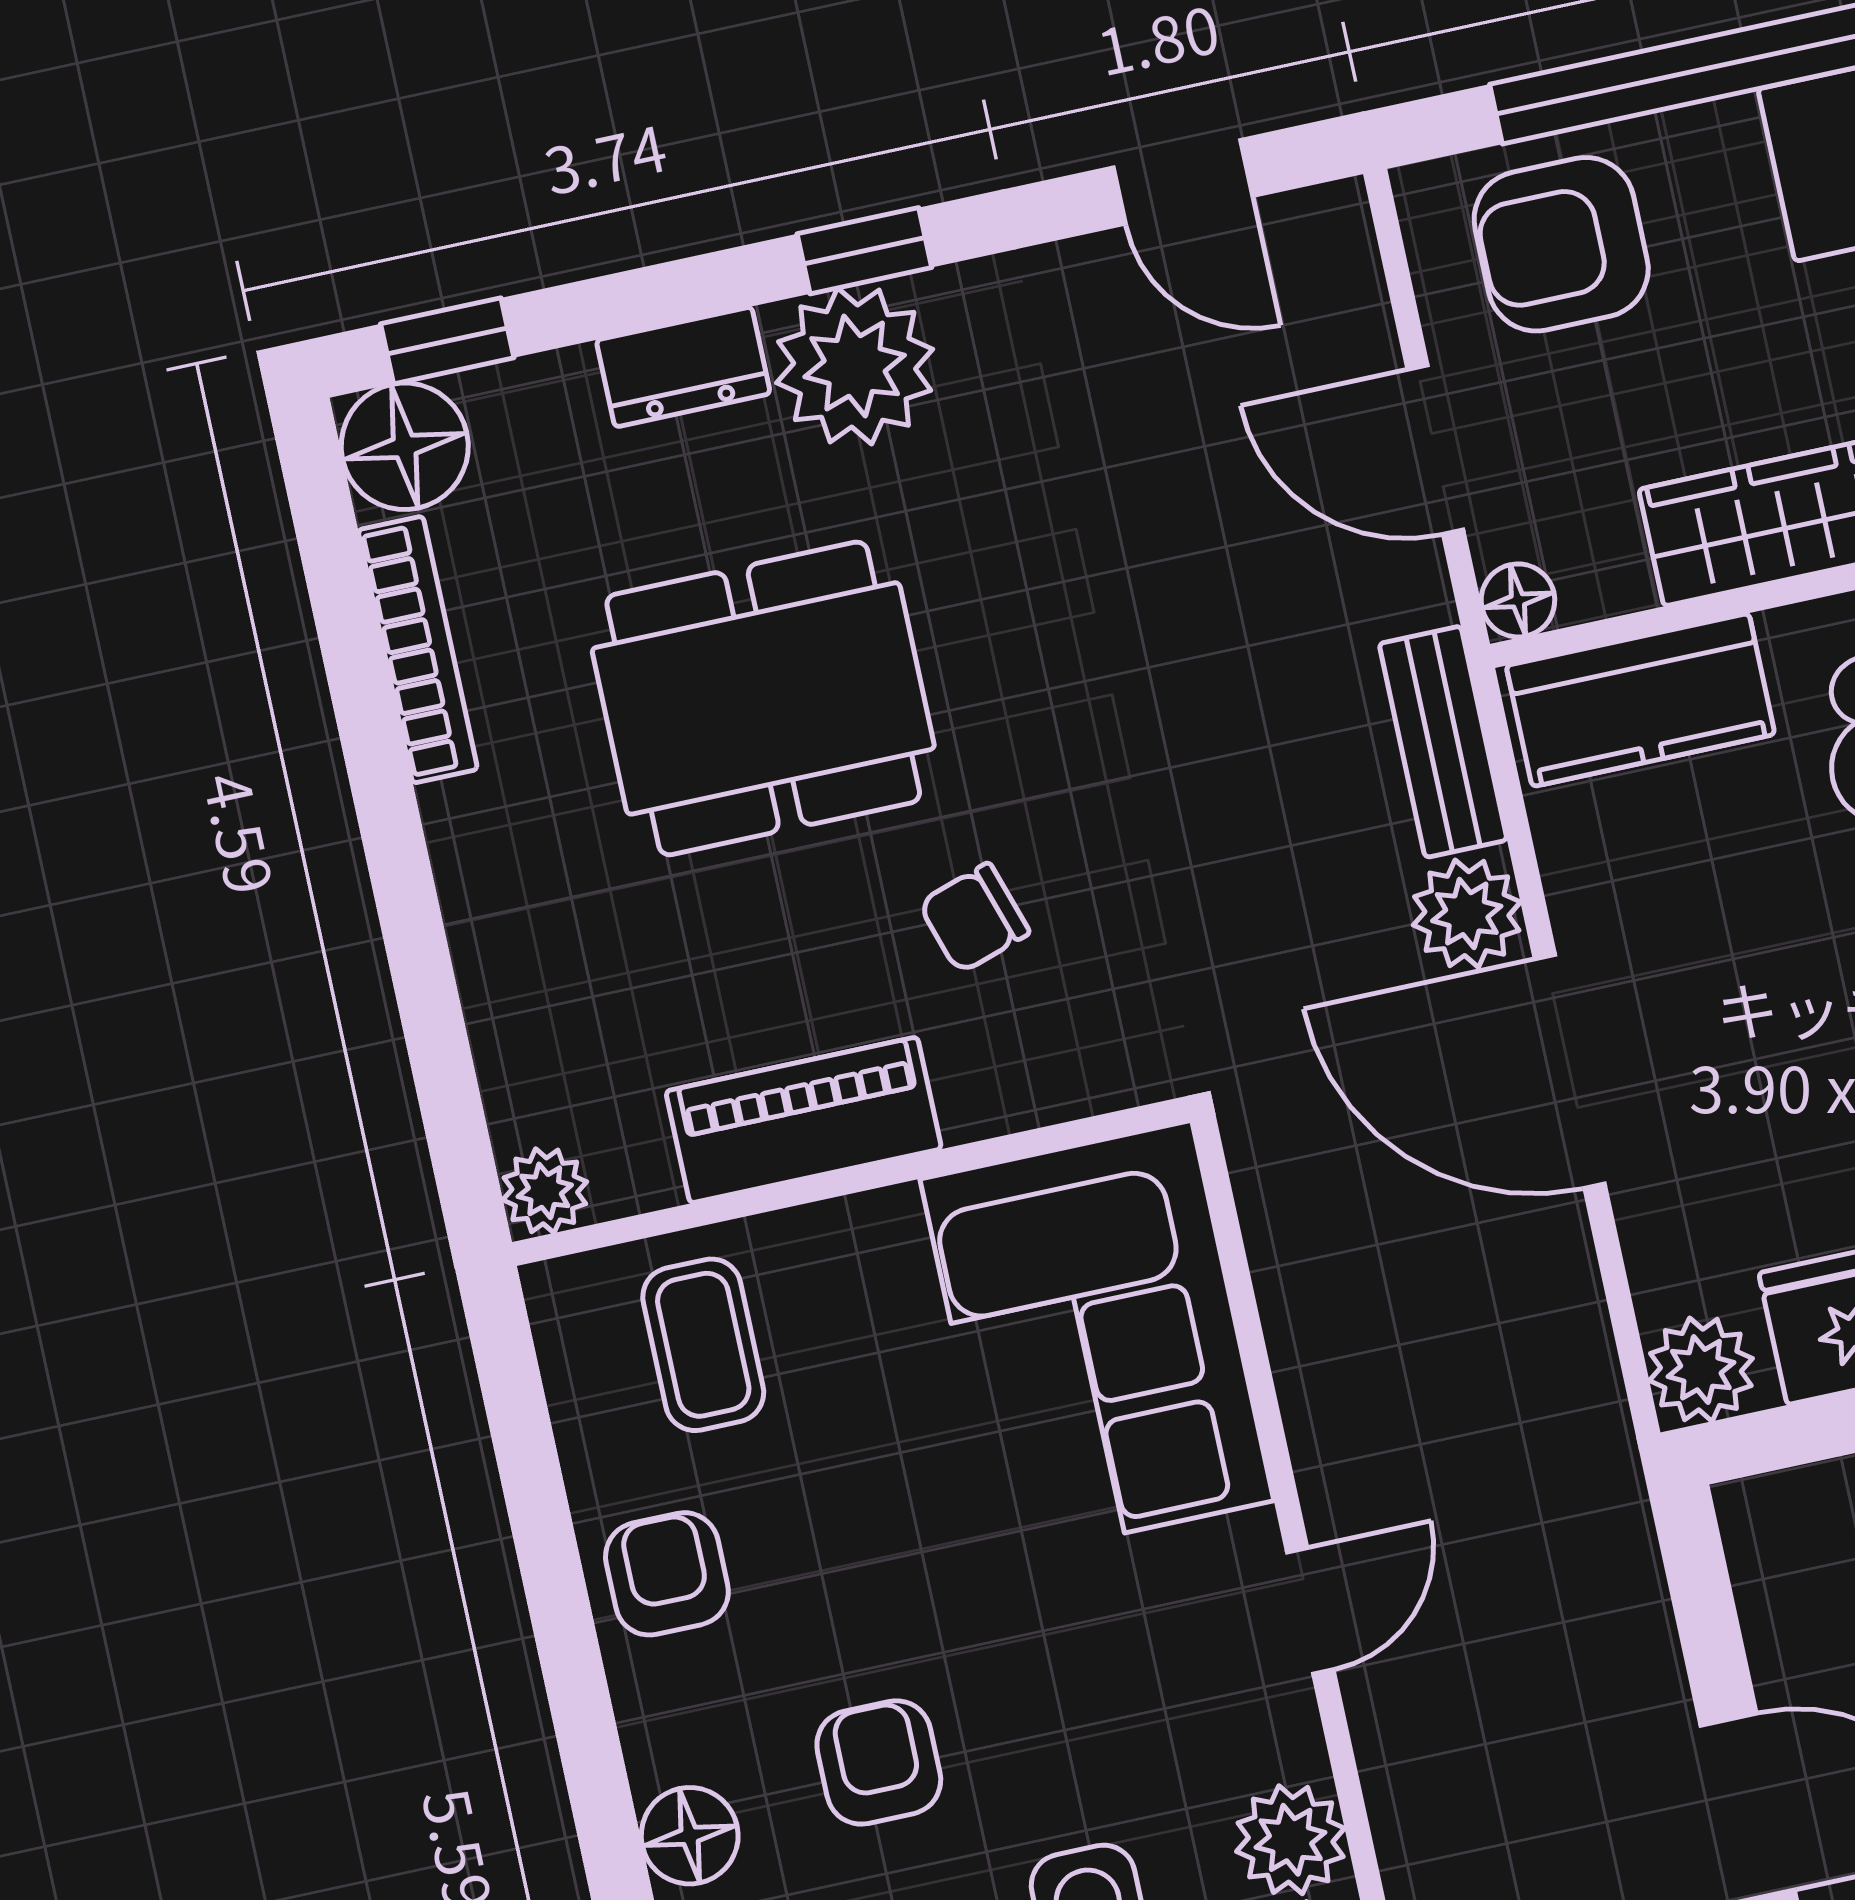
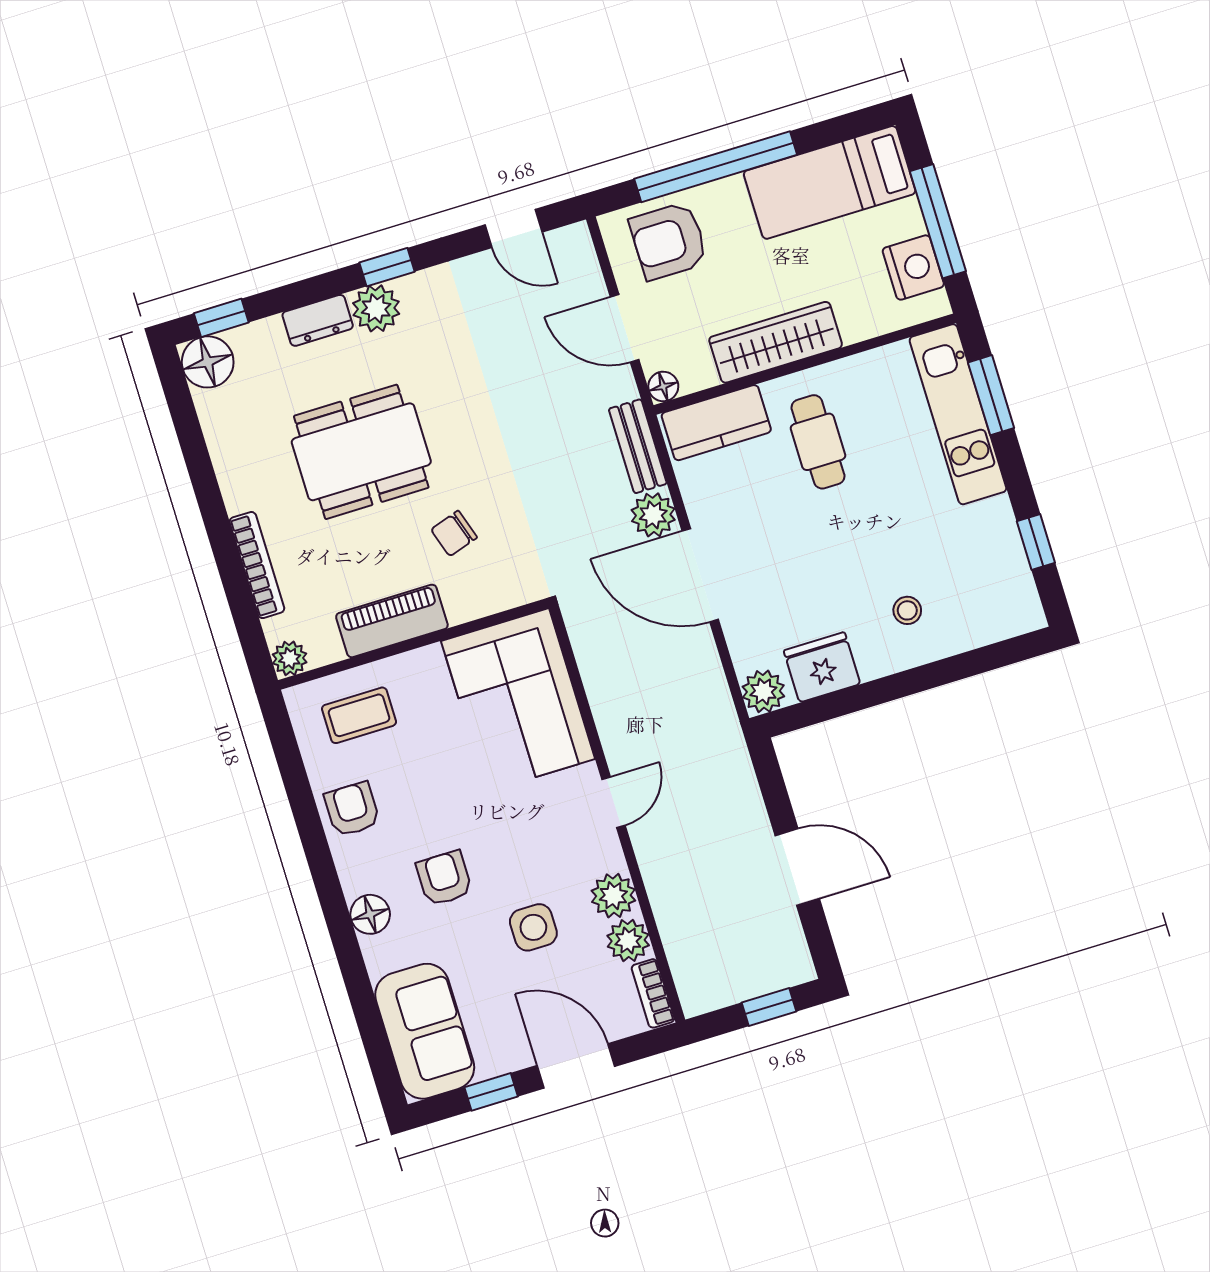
plant: (855, 366) -> (376, 308), width x0.73, depth x0.73
bookcase: (418, 650) -> (257, 565), moved
coffee table: (703, 1345) -> (359, 715), turned 90

